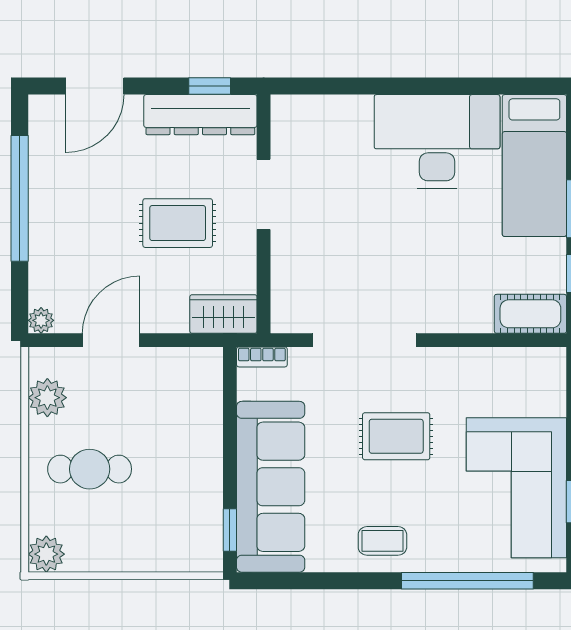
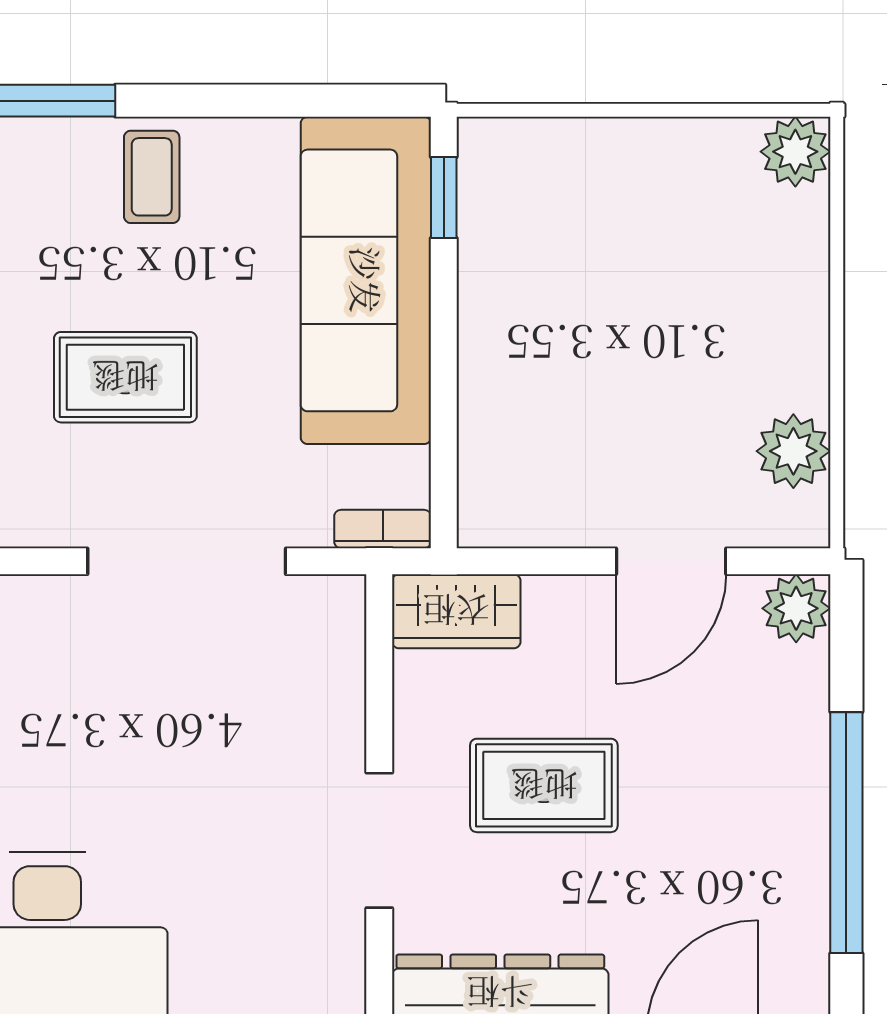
plant: (41, 320) -> (796, 608), width x1.38, depth x1.38
cafe table: (90, 469) -> (712, 314), removed
coffee table: (382, 541) -> (152, 177), turned 90

